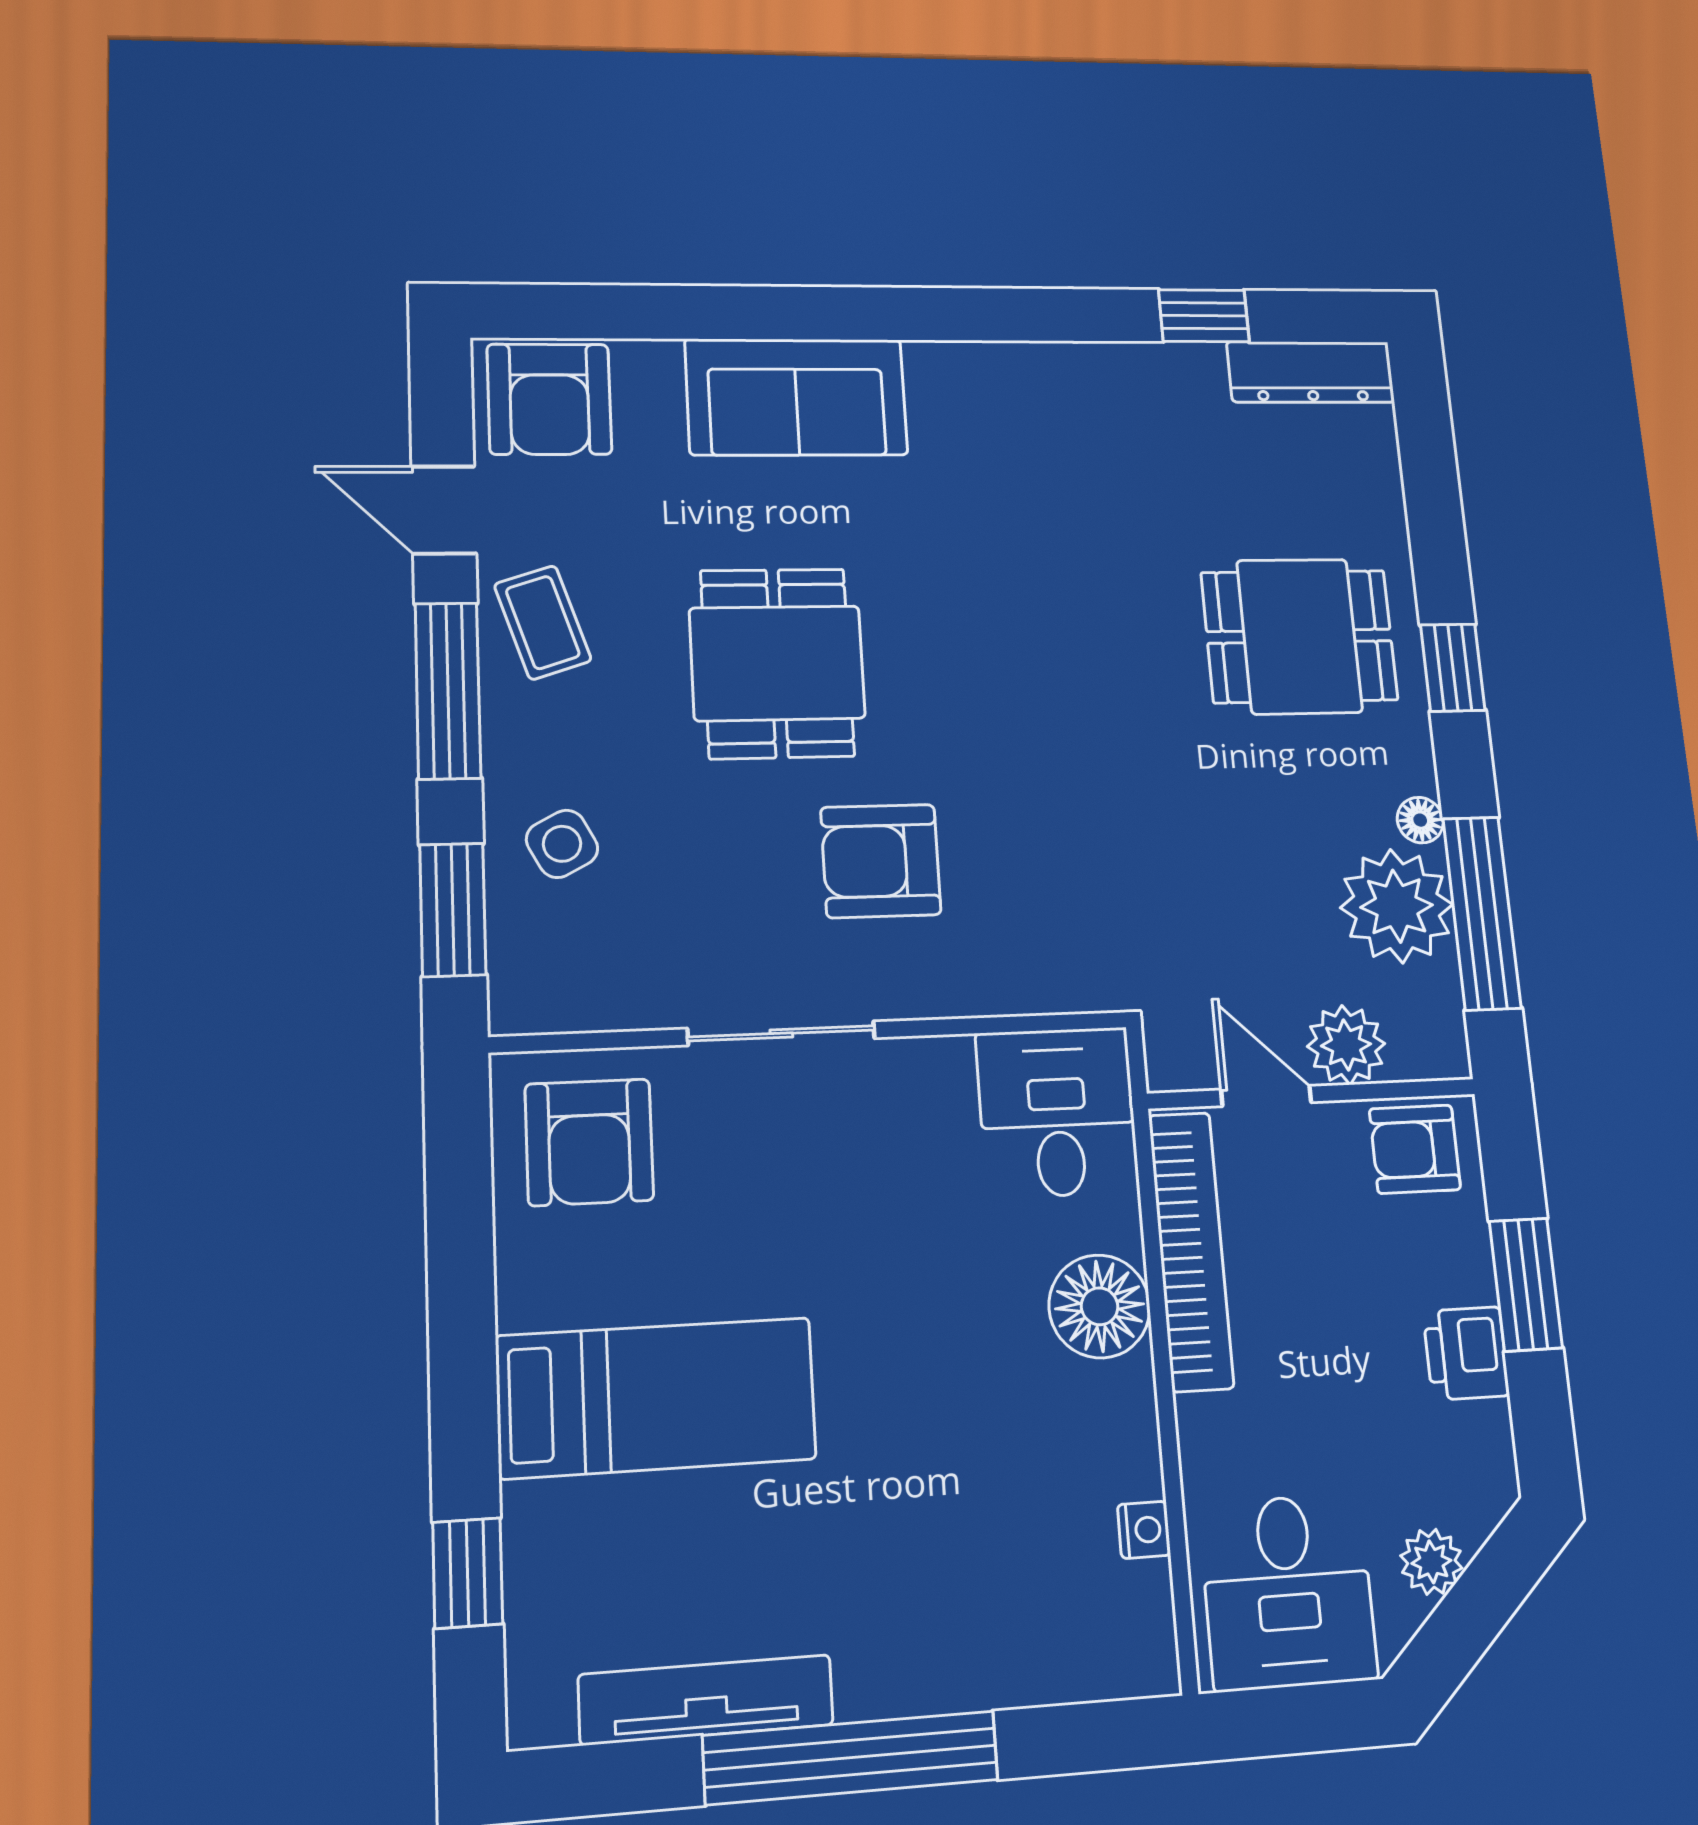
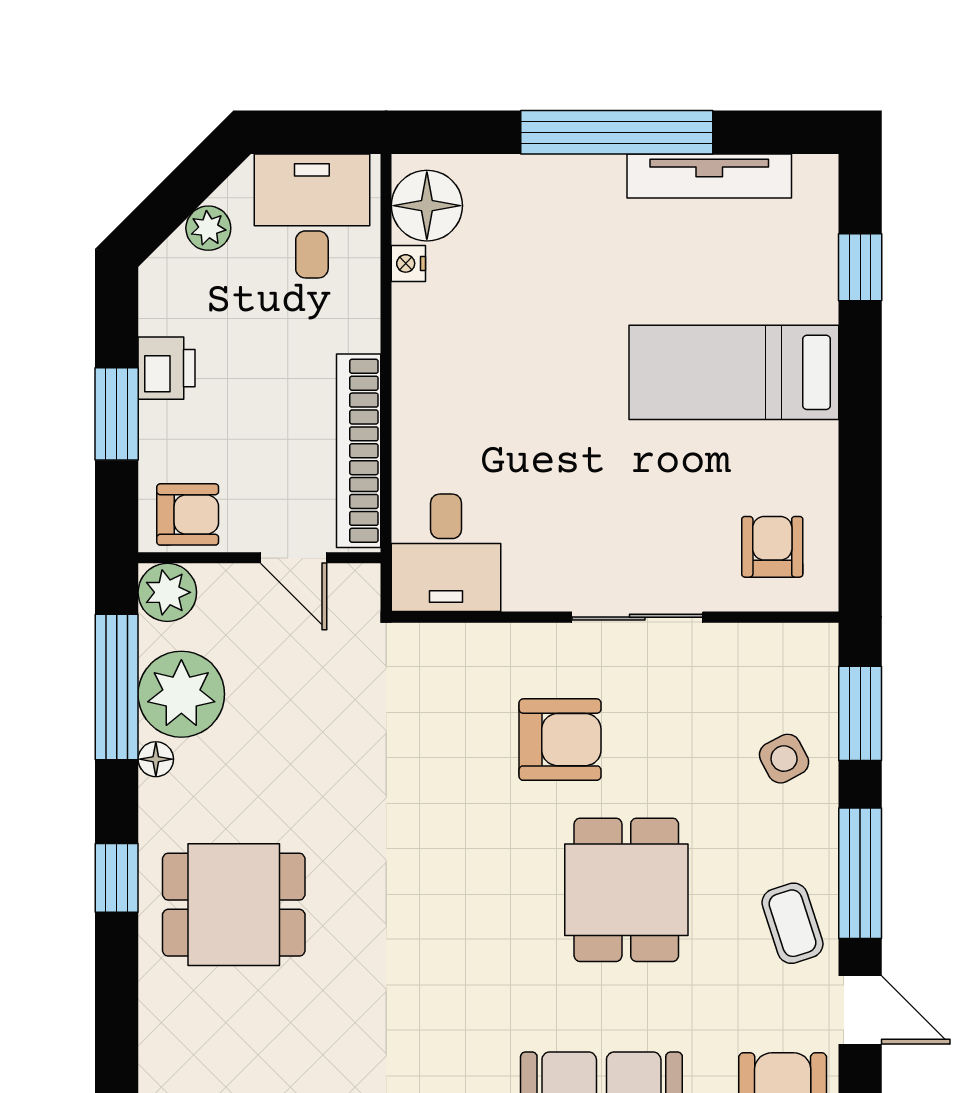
plant: (1346, 1045) -> (167, 592), moved
armchair: (589, 1142) -> (772, 547), width x0.72, depth x0.72
floor lamp: (1100, 1306) -> (427, 206), moved

